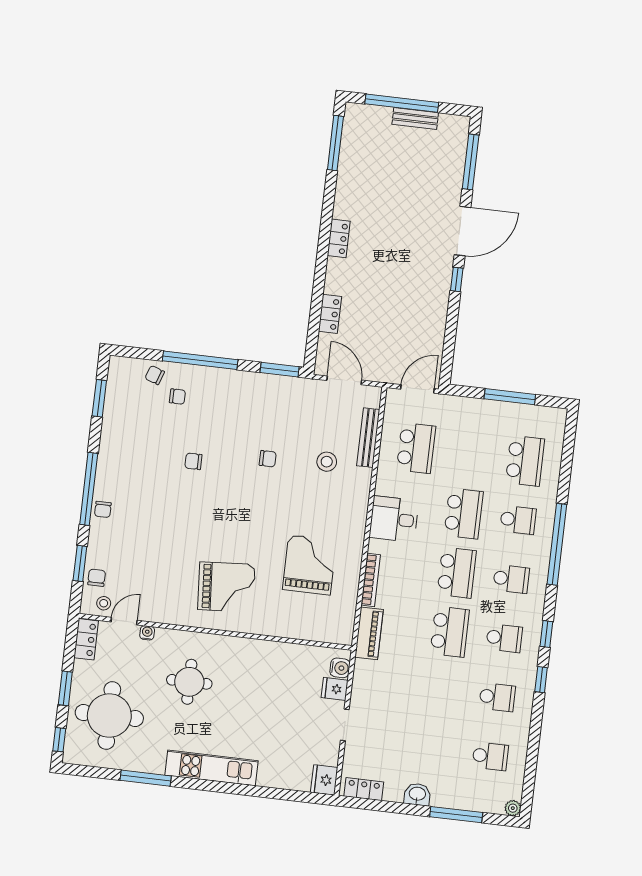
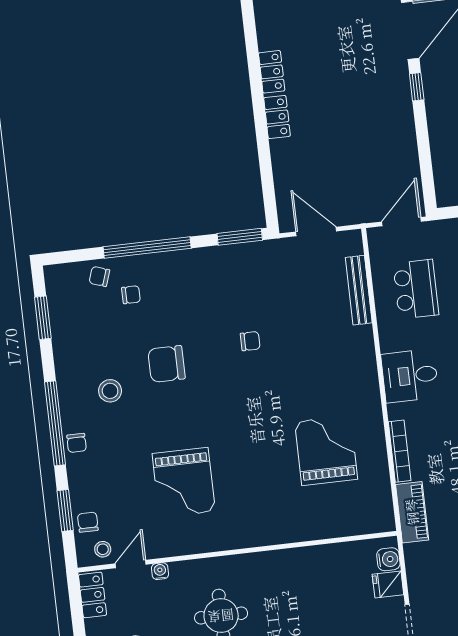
locker: (330, 314) -> (277, 117), moved
chair: (193, 461) -> (167, 364), width x1.87, depth x1.87
stool: (327, 462) -> (110, 391), moved
grand piano: (227, 587) -> (184, 482), moved, turned 94

